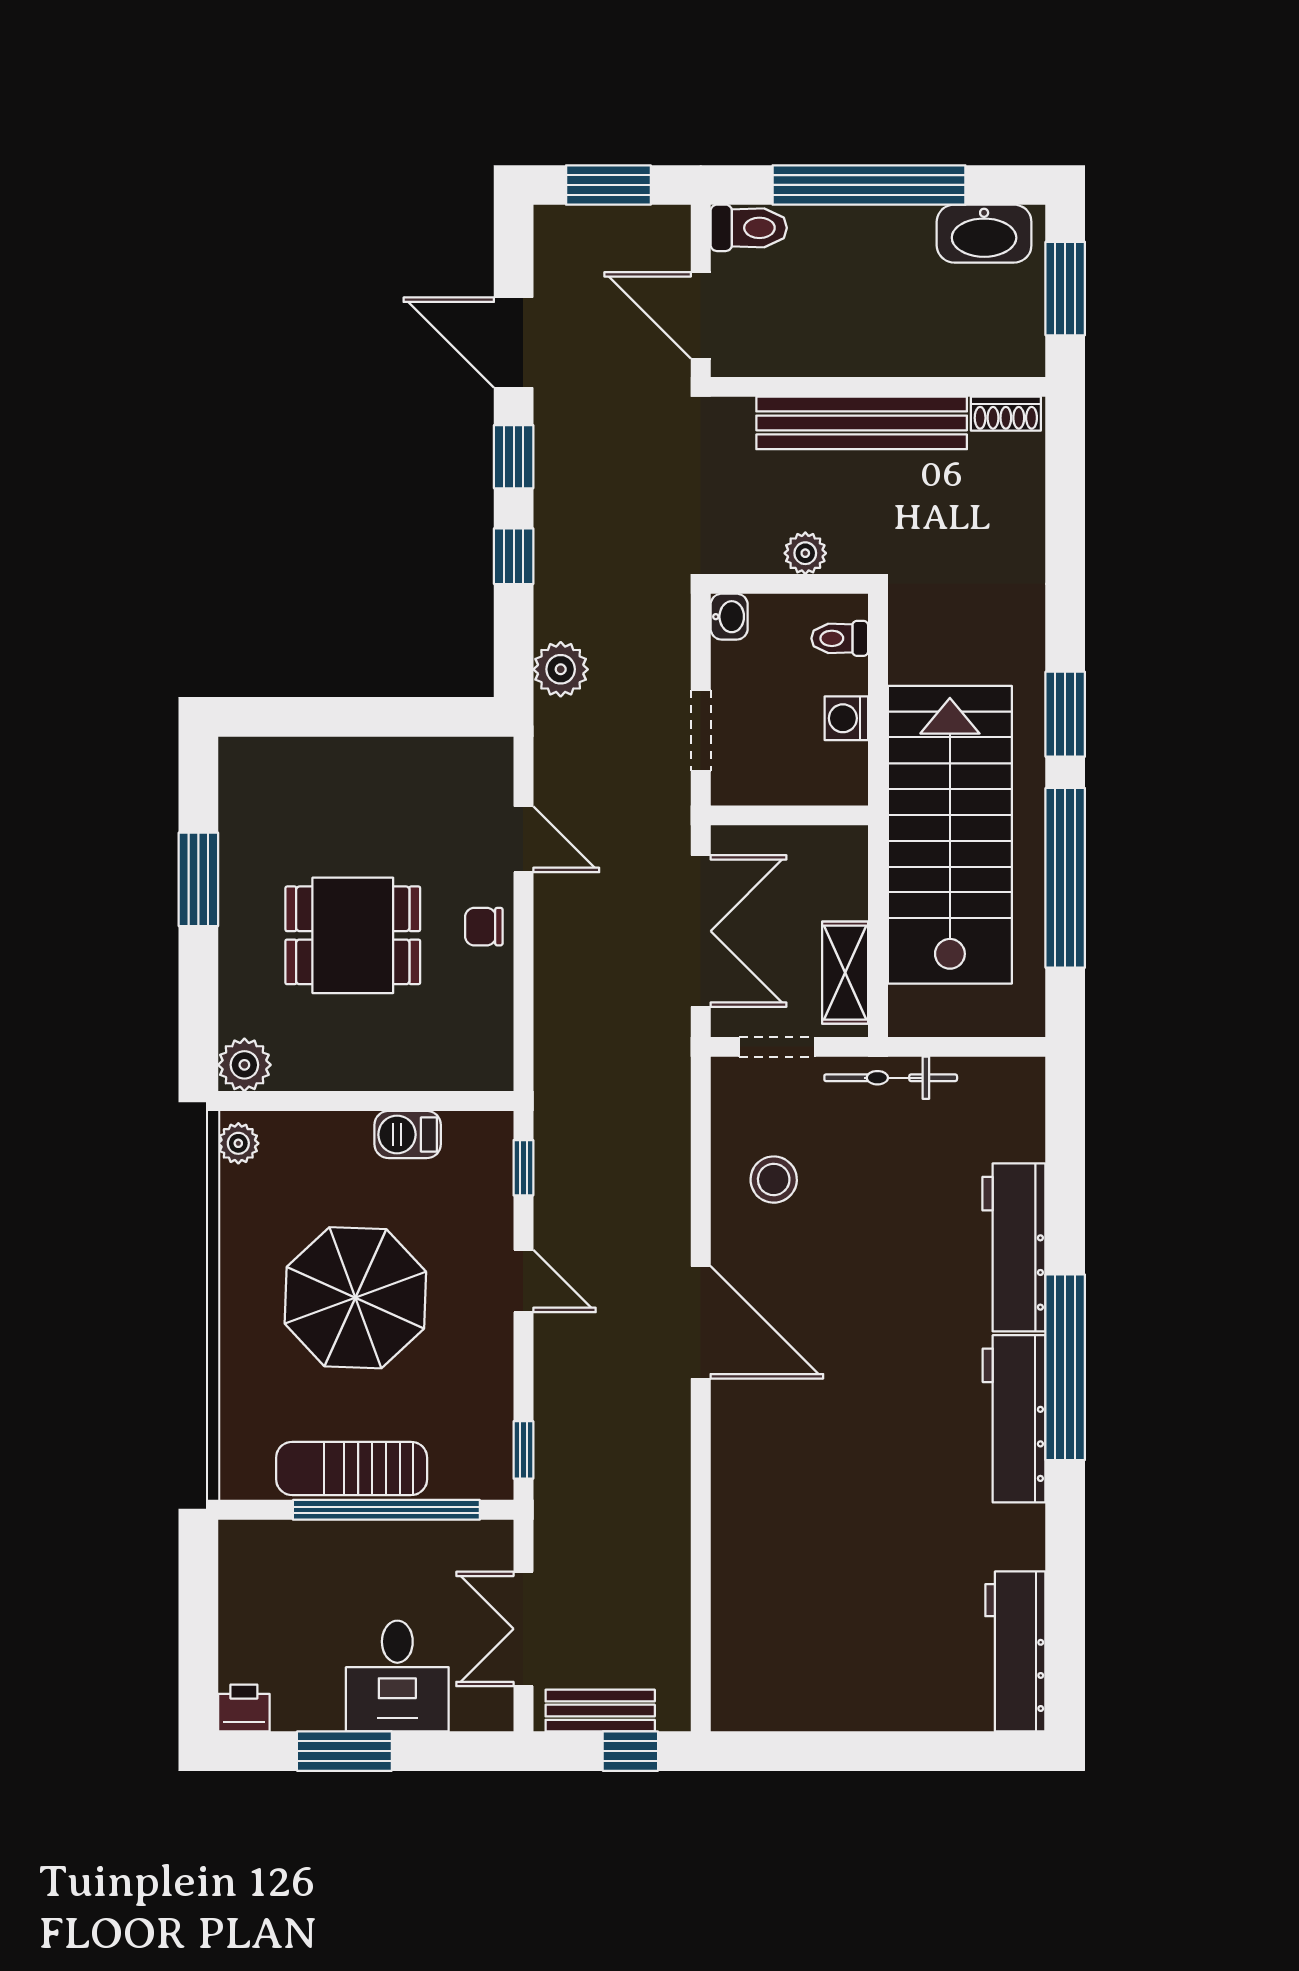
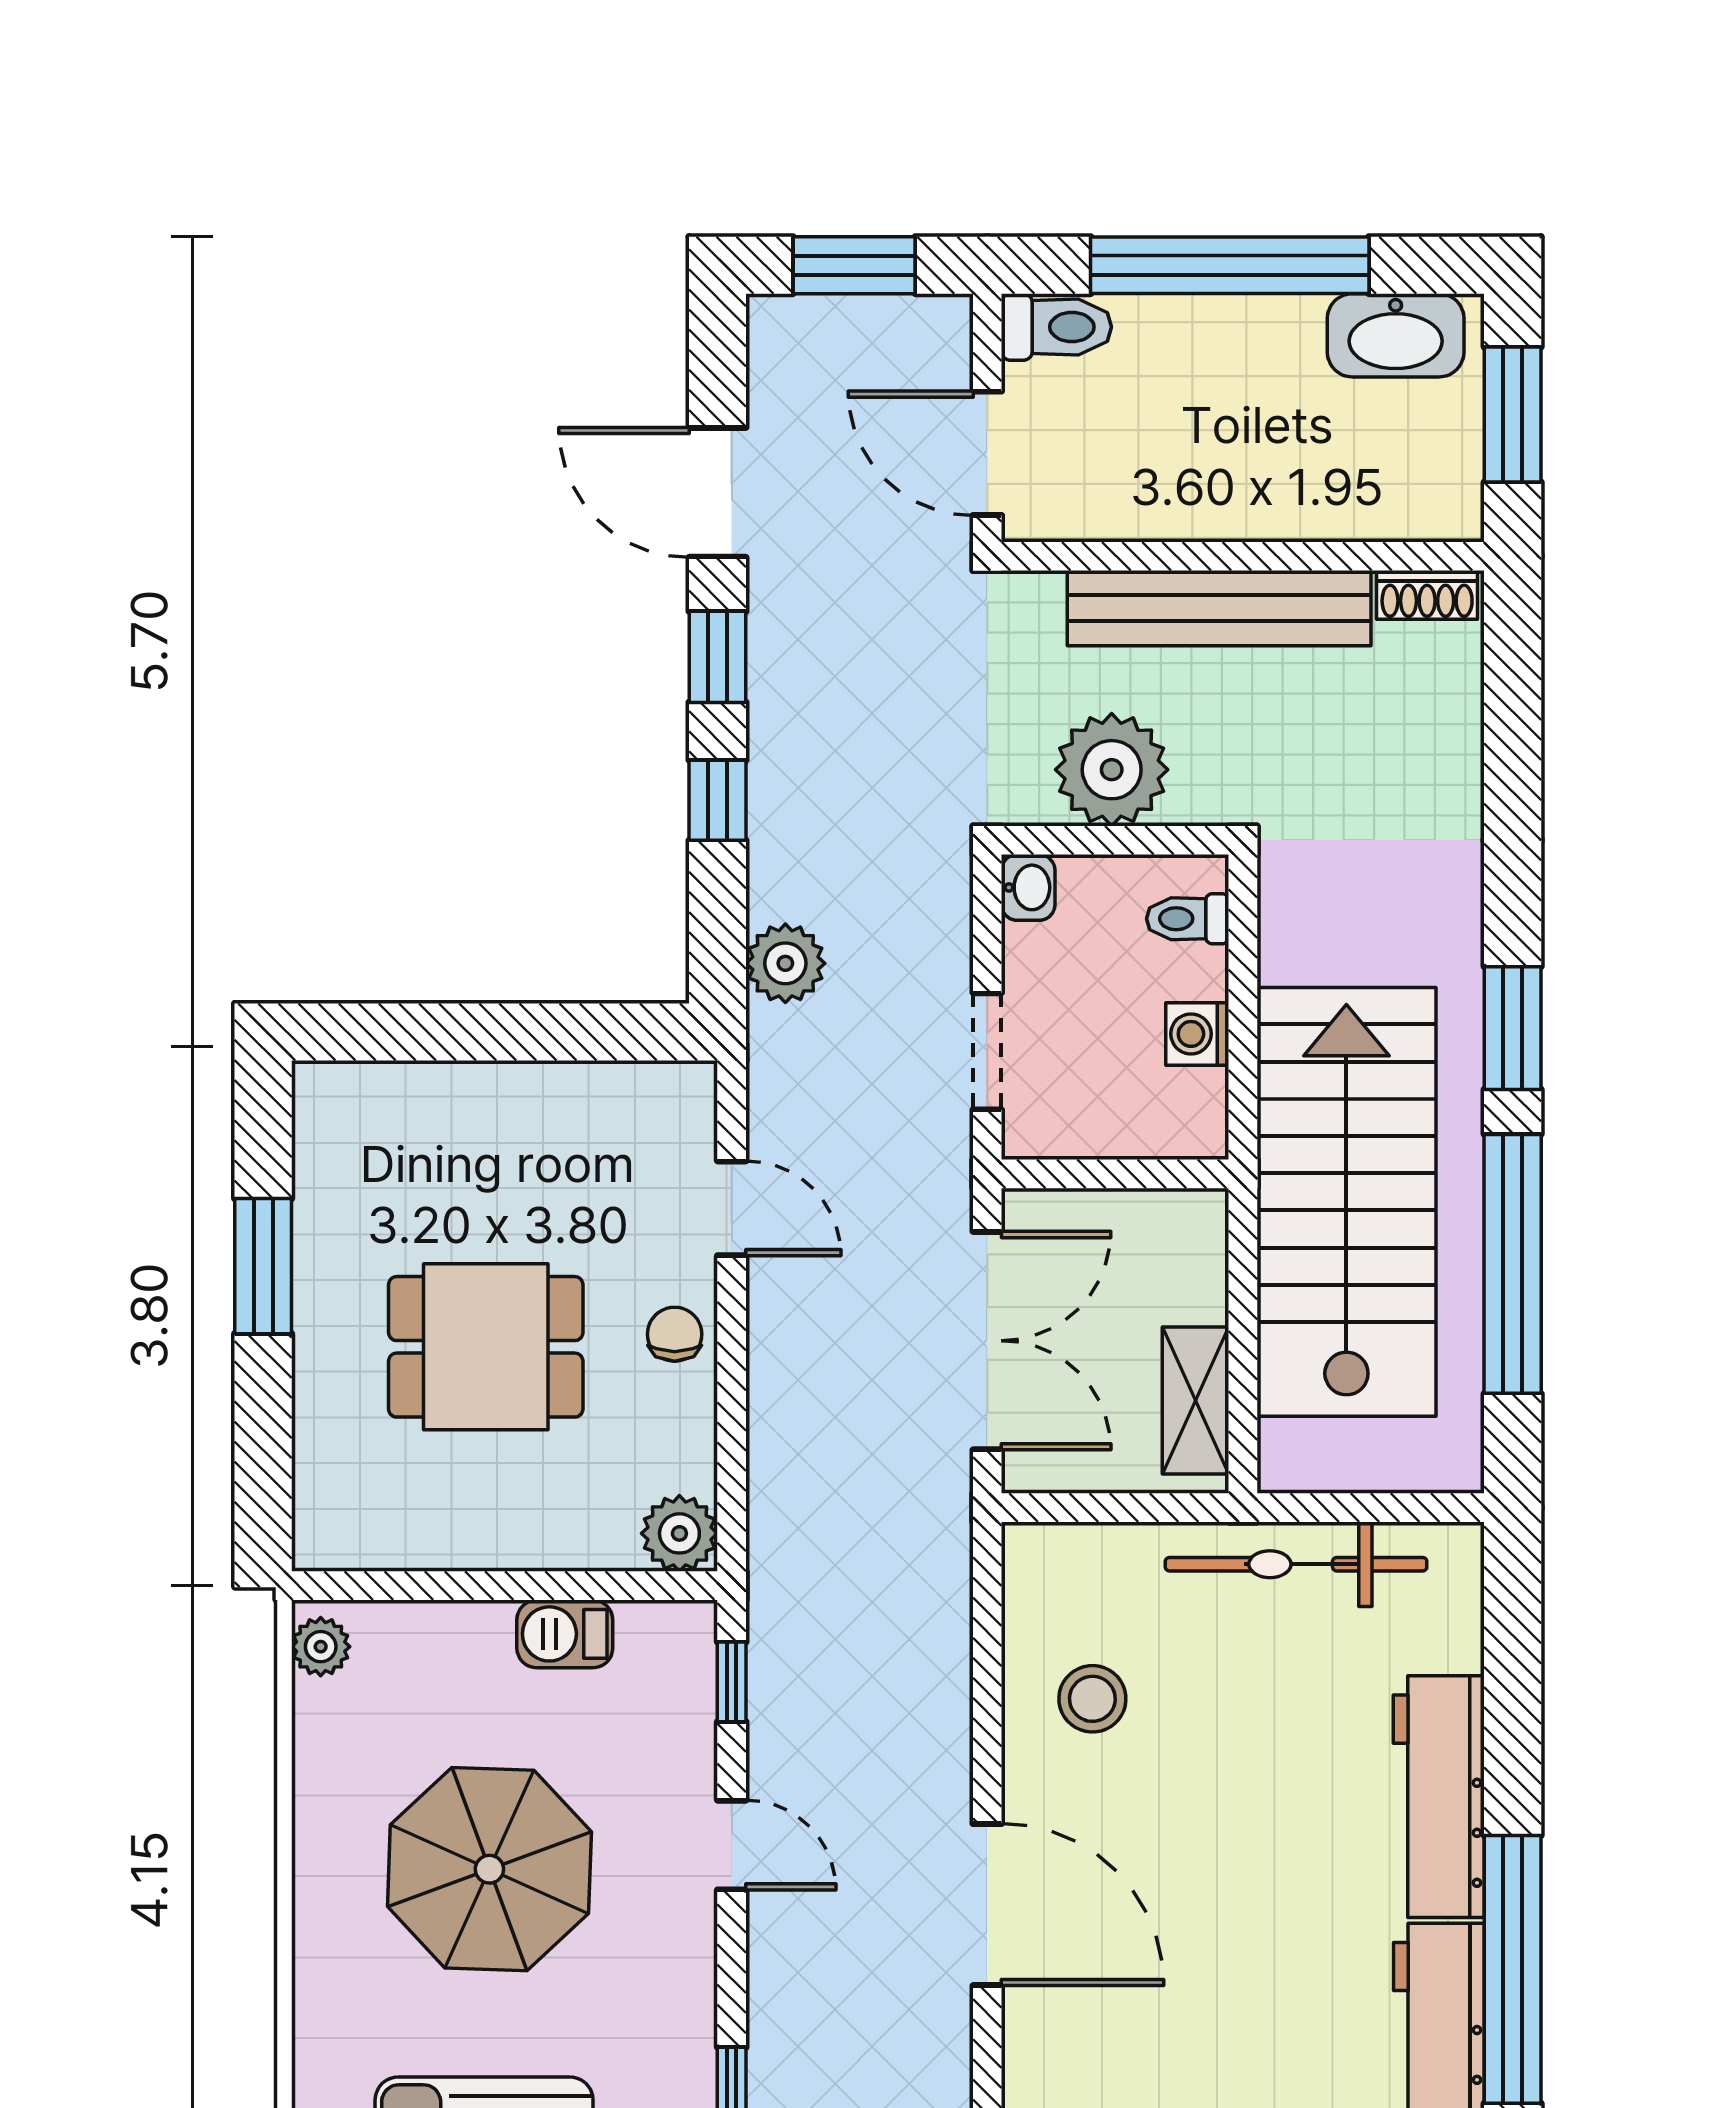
plant: (805, 553) -> (1112, 770), width x1.87, depth x1.87
chair: (484, 927) -> (675, 1334), turned 90
doorway: (777, 1047) -> (1097, 1508), removed
plant: (244, 1065) -> (679, 1533), moved
bicycle: (891, 1078) -> (1296, 1564), width x1.37, depth x1.40

